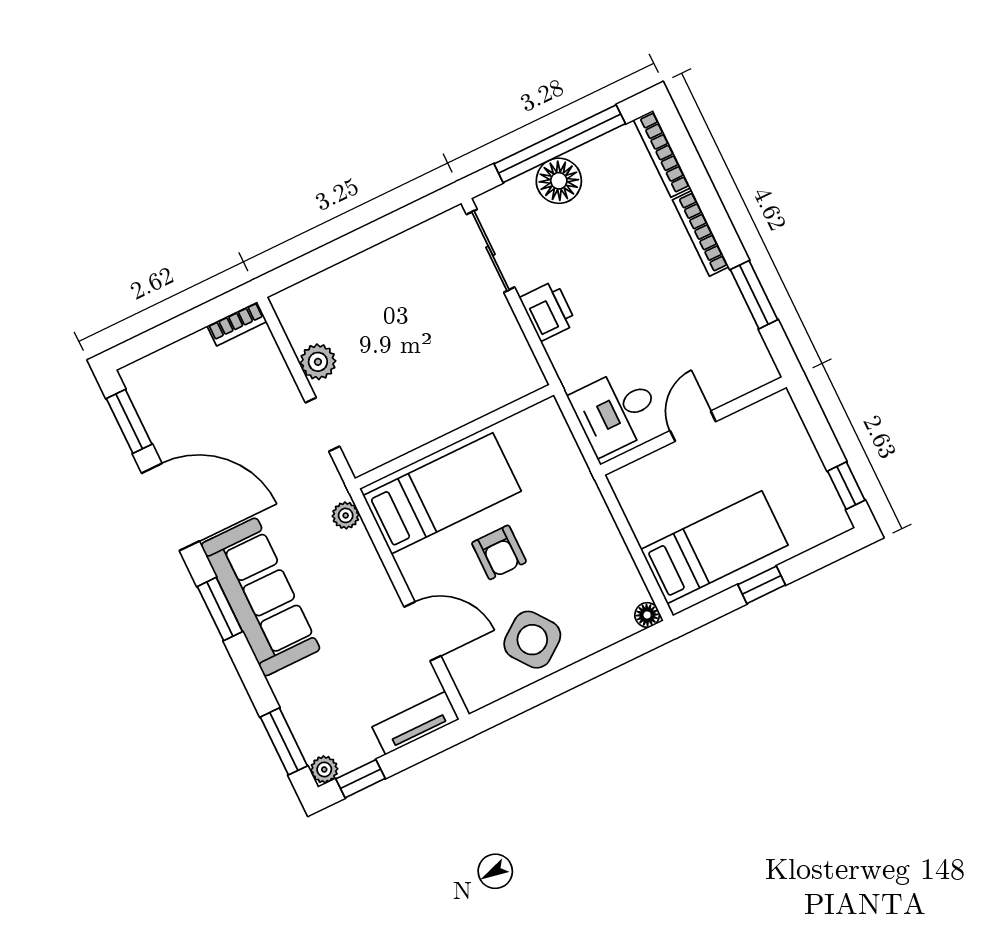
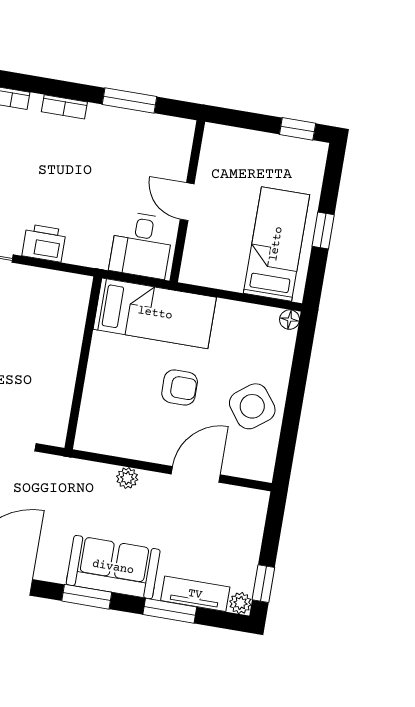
bookcase: (701, 233) -> (64, 107), width x0.64
bed: (442, 493) -> (155, 313), moved, turned 90
plant: (346, 515) -> (127, 478), moved
sofa: (260, 597) -> (113, 567), width x0.73
tv unit: (416, 723) -> (195, 594), moved, turned 90
window: (284, 741) -> (170, 611), moved

